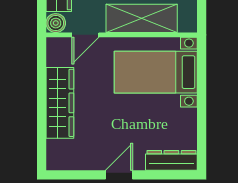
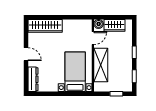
door: (85, 35) -> (93, 38), swing flipped
wardrobe: (60, 103) -> (45, 26), moved

